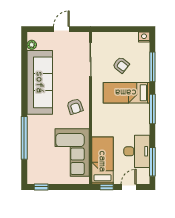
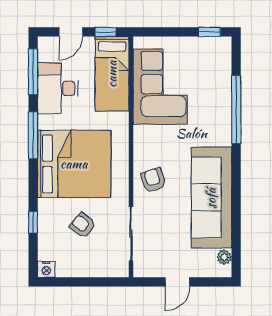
window: (152, 67) -> (33, 222), width x0.46
bed: (126, 93) -> (74, 164), width x2.04
armchair: (75, 106) -> (153, 180), moved
window: (152, 109) -> (33, 135), moved

